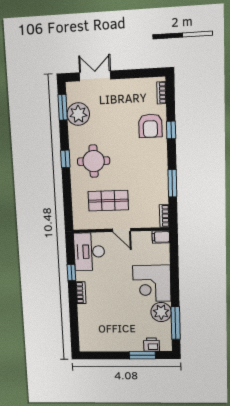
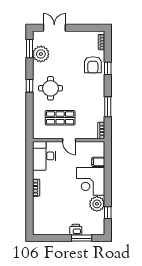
filing cabinet: (161, 237) -> (98, 162), moved
window: (71, 273) -> (30, 172), removed
window: (176, 323) -> (108, 213), width x0.46
printer: (152, 345) -> (76, 230), moved

